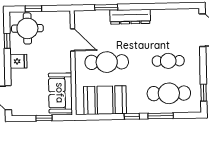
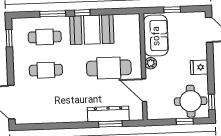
dresser: (130, 17) -> (108, 114), moved
window: (7, 41) -> (212, 102), moved
plant: (66, 66) -> (151, 63), added
cafe table: (169, 93) -> (45, 37), width x0.73, depth x0.74
booth: (105, 100) -> (92, 30), moved

